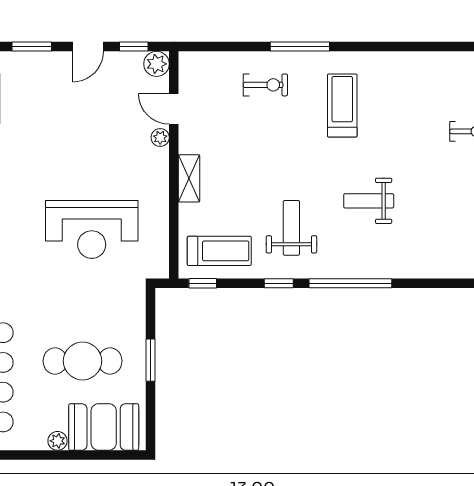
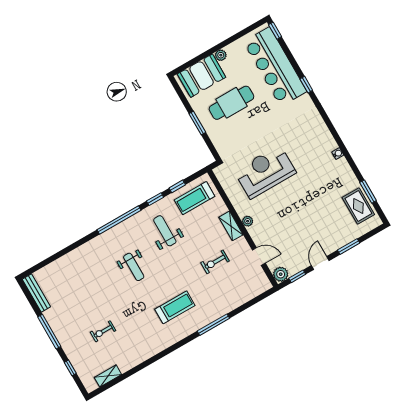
exercise bike: (265, 85) -> (215, 262), moved
treadmill: (342, 105) -> (175, 307), turned -90
plant: (160, 137) -> (248, 221), moved
weight bench: (369, 201) -> (134, 267), turned 90
weight bench: (291, 228) -> (165, 231), turned 180
window: (203, 283) -> (177, 186), moved

